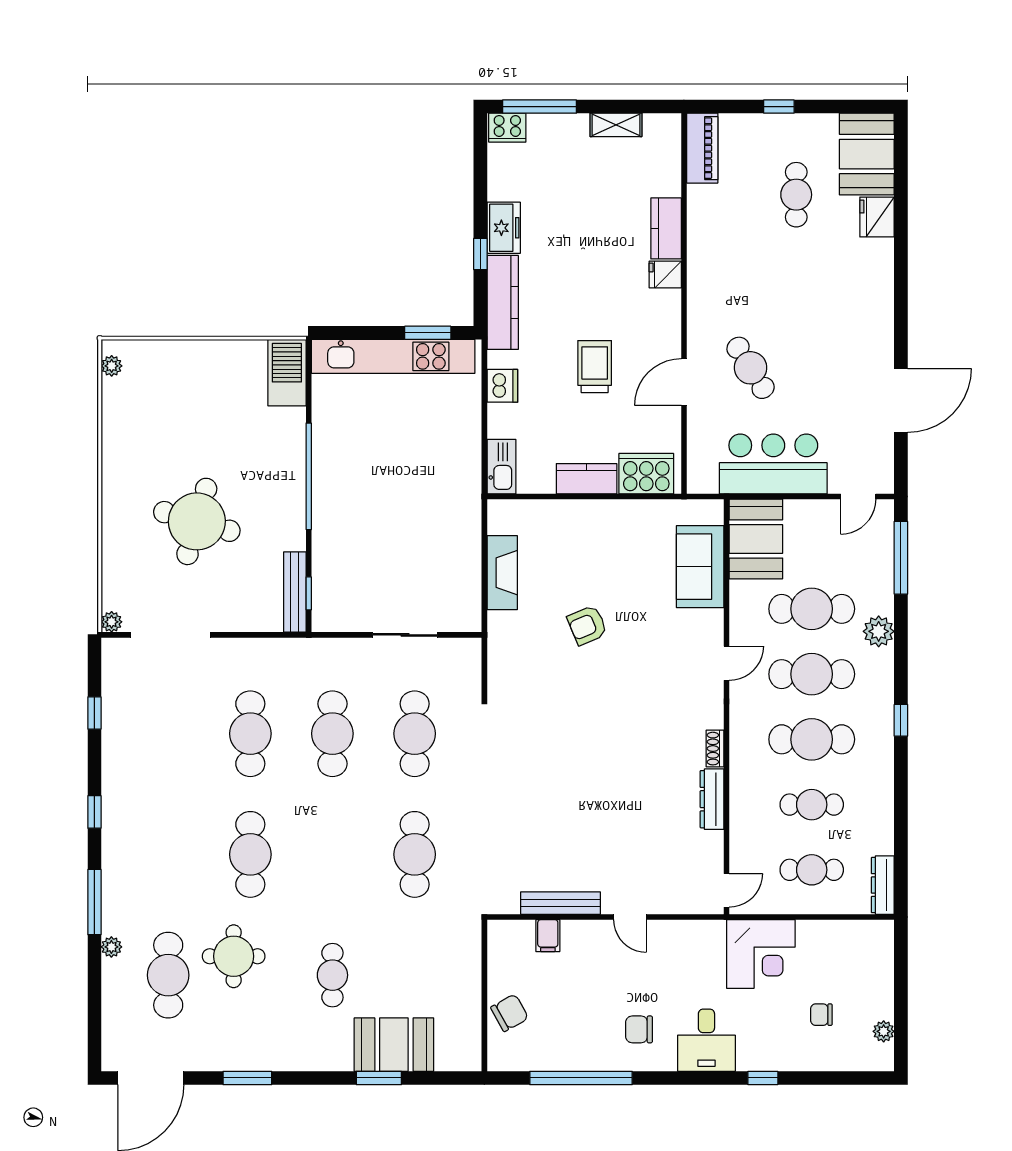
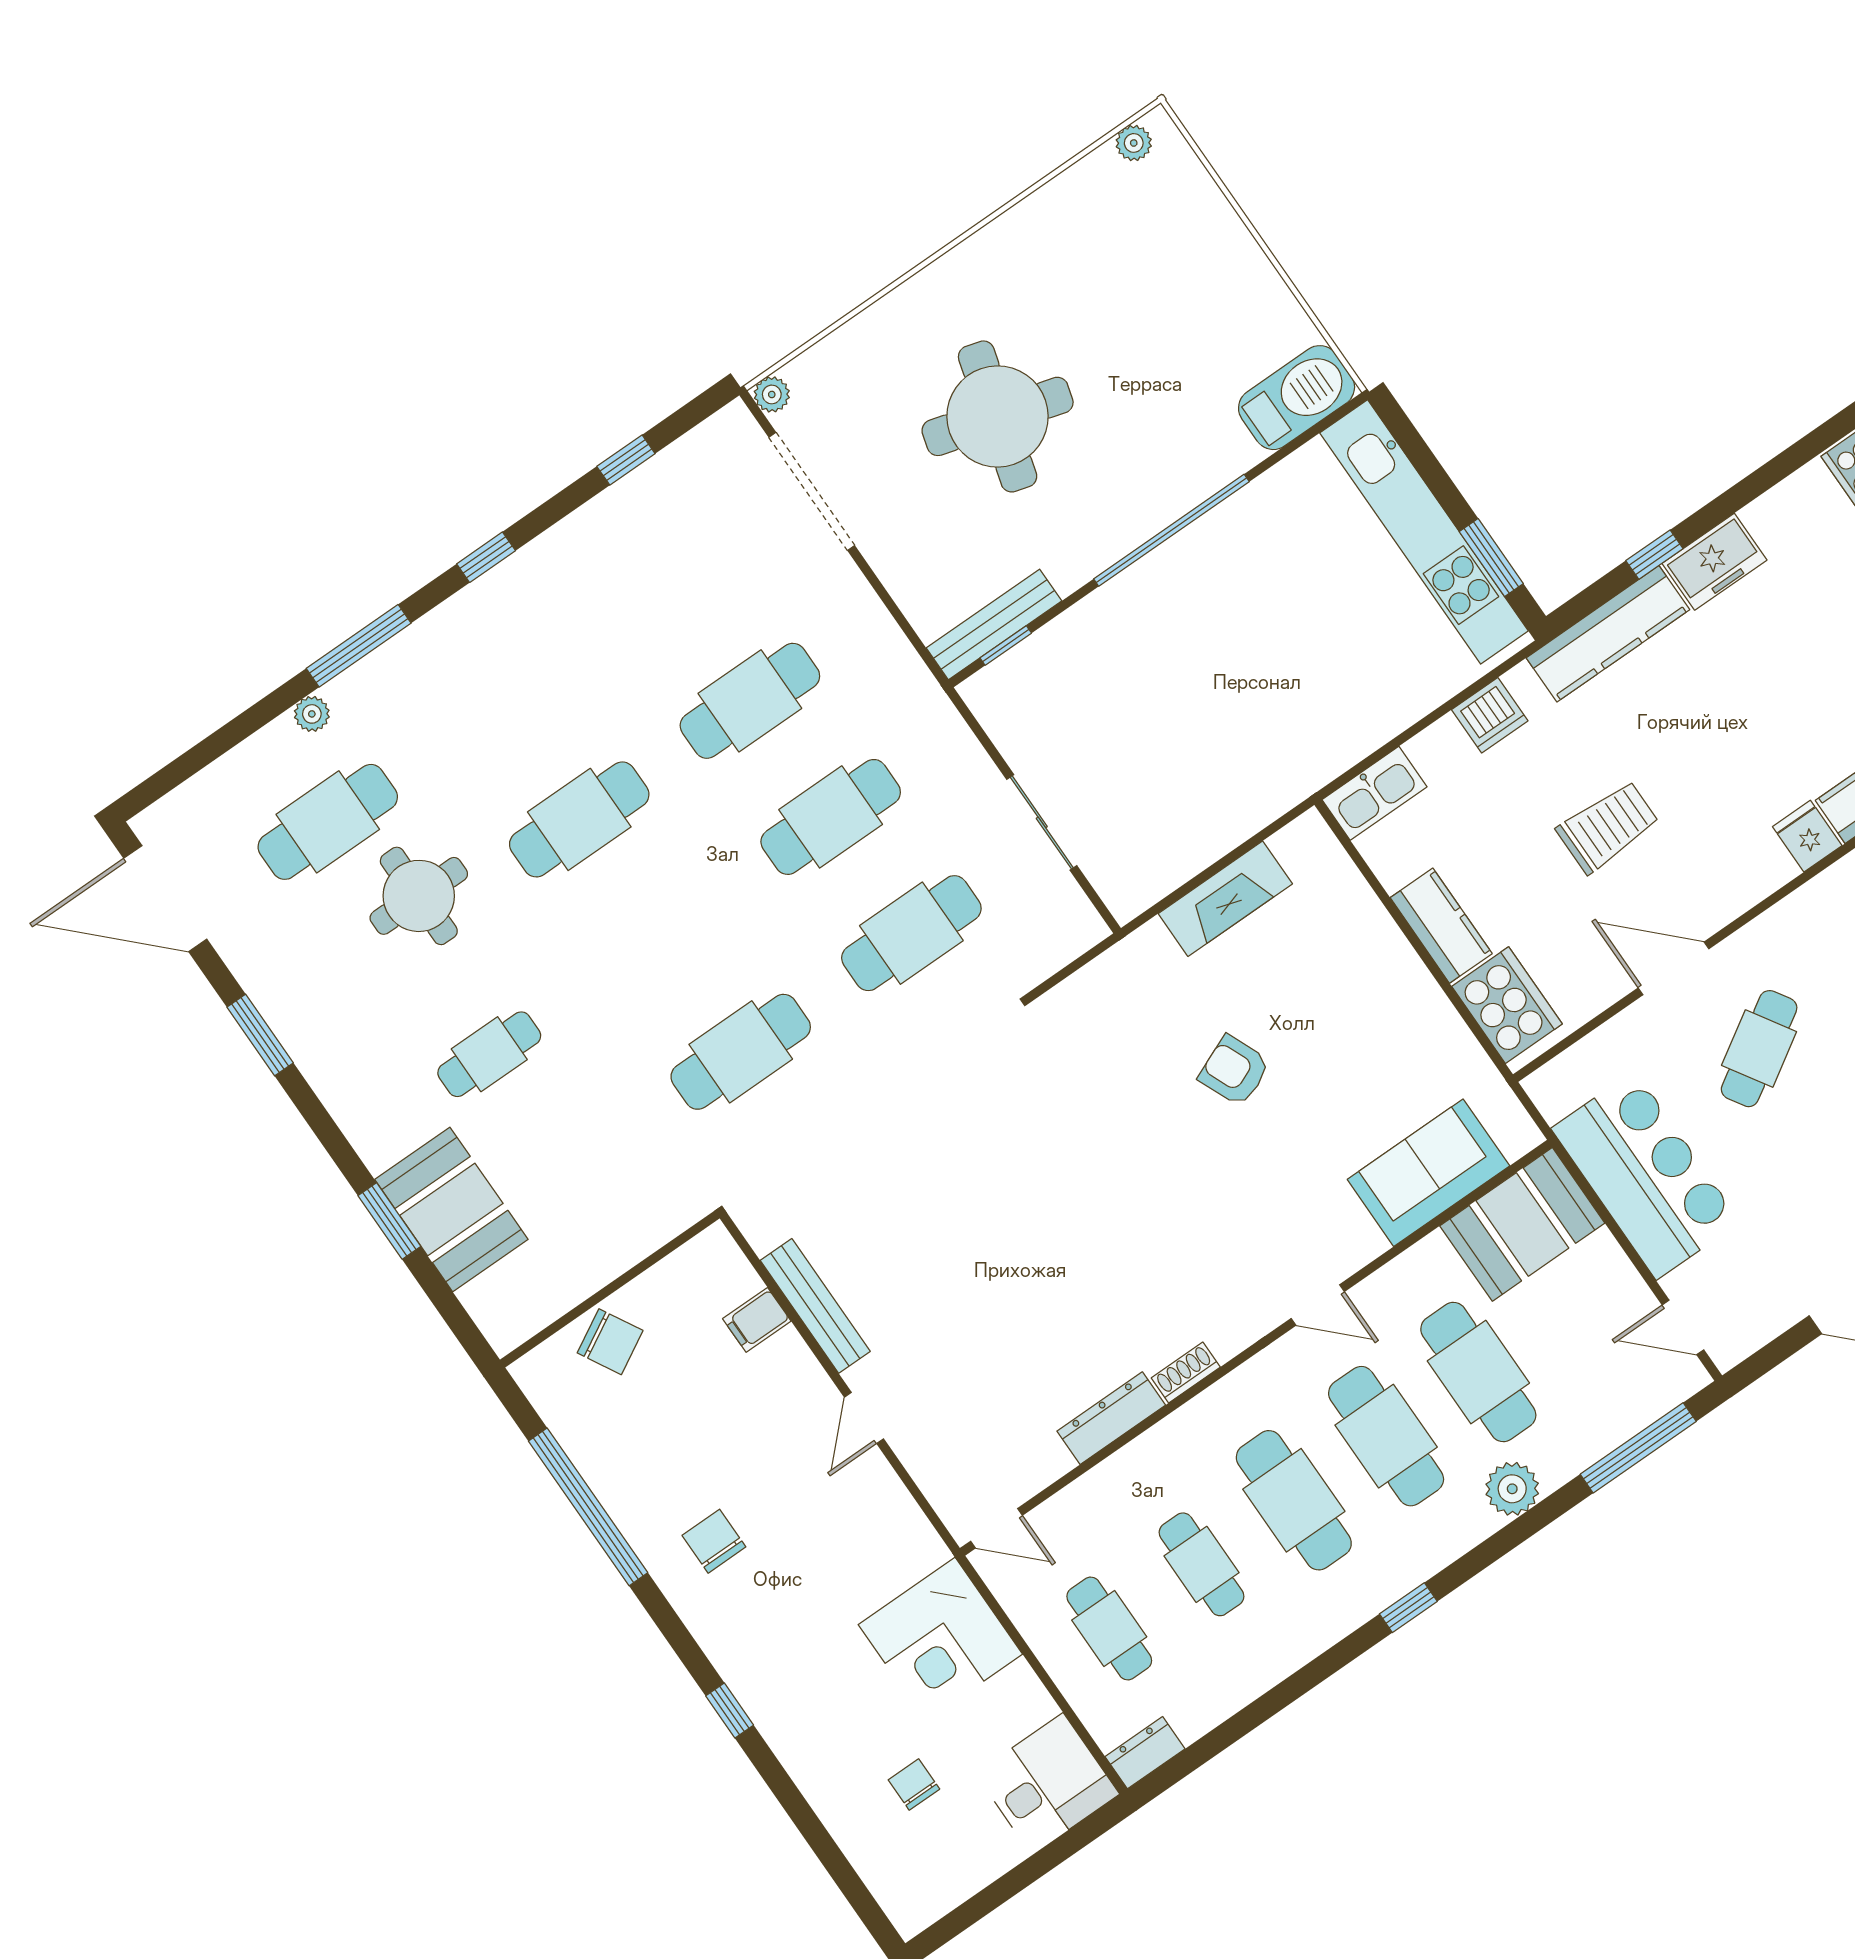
dresser: (883, 885) -> (1145, 1753), width x0.70
plant: (884, 1031) -> (951, 1889), removed
desk: (706, 1040) -> (1047, 1784), moved, turned 180
window: (763, 1078) -> (730, 1711), moved

